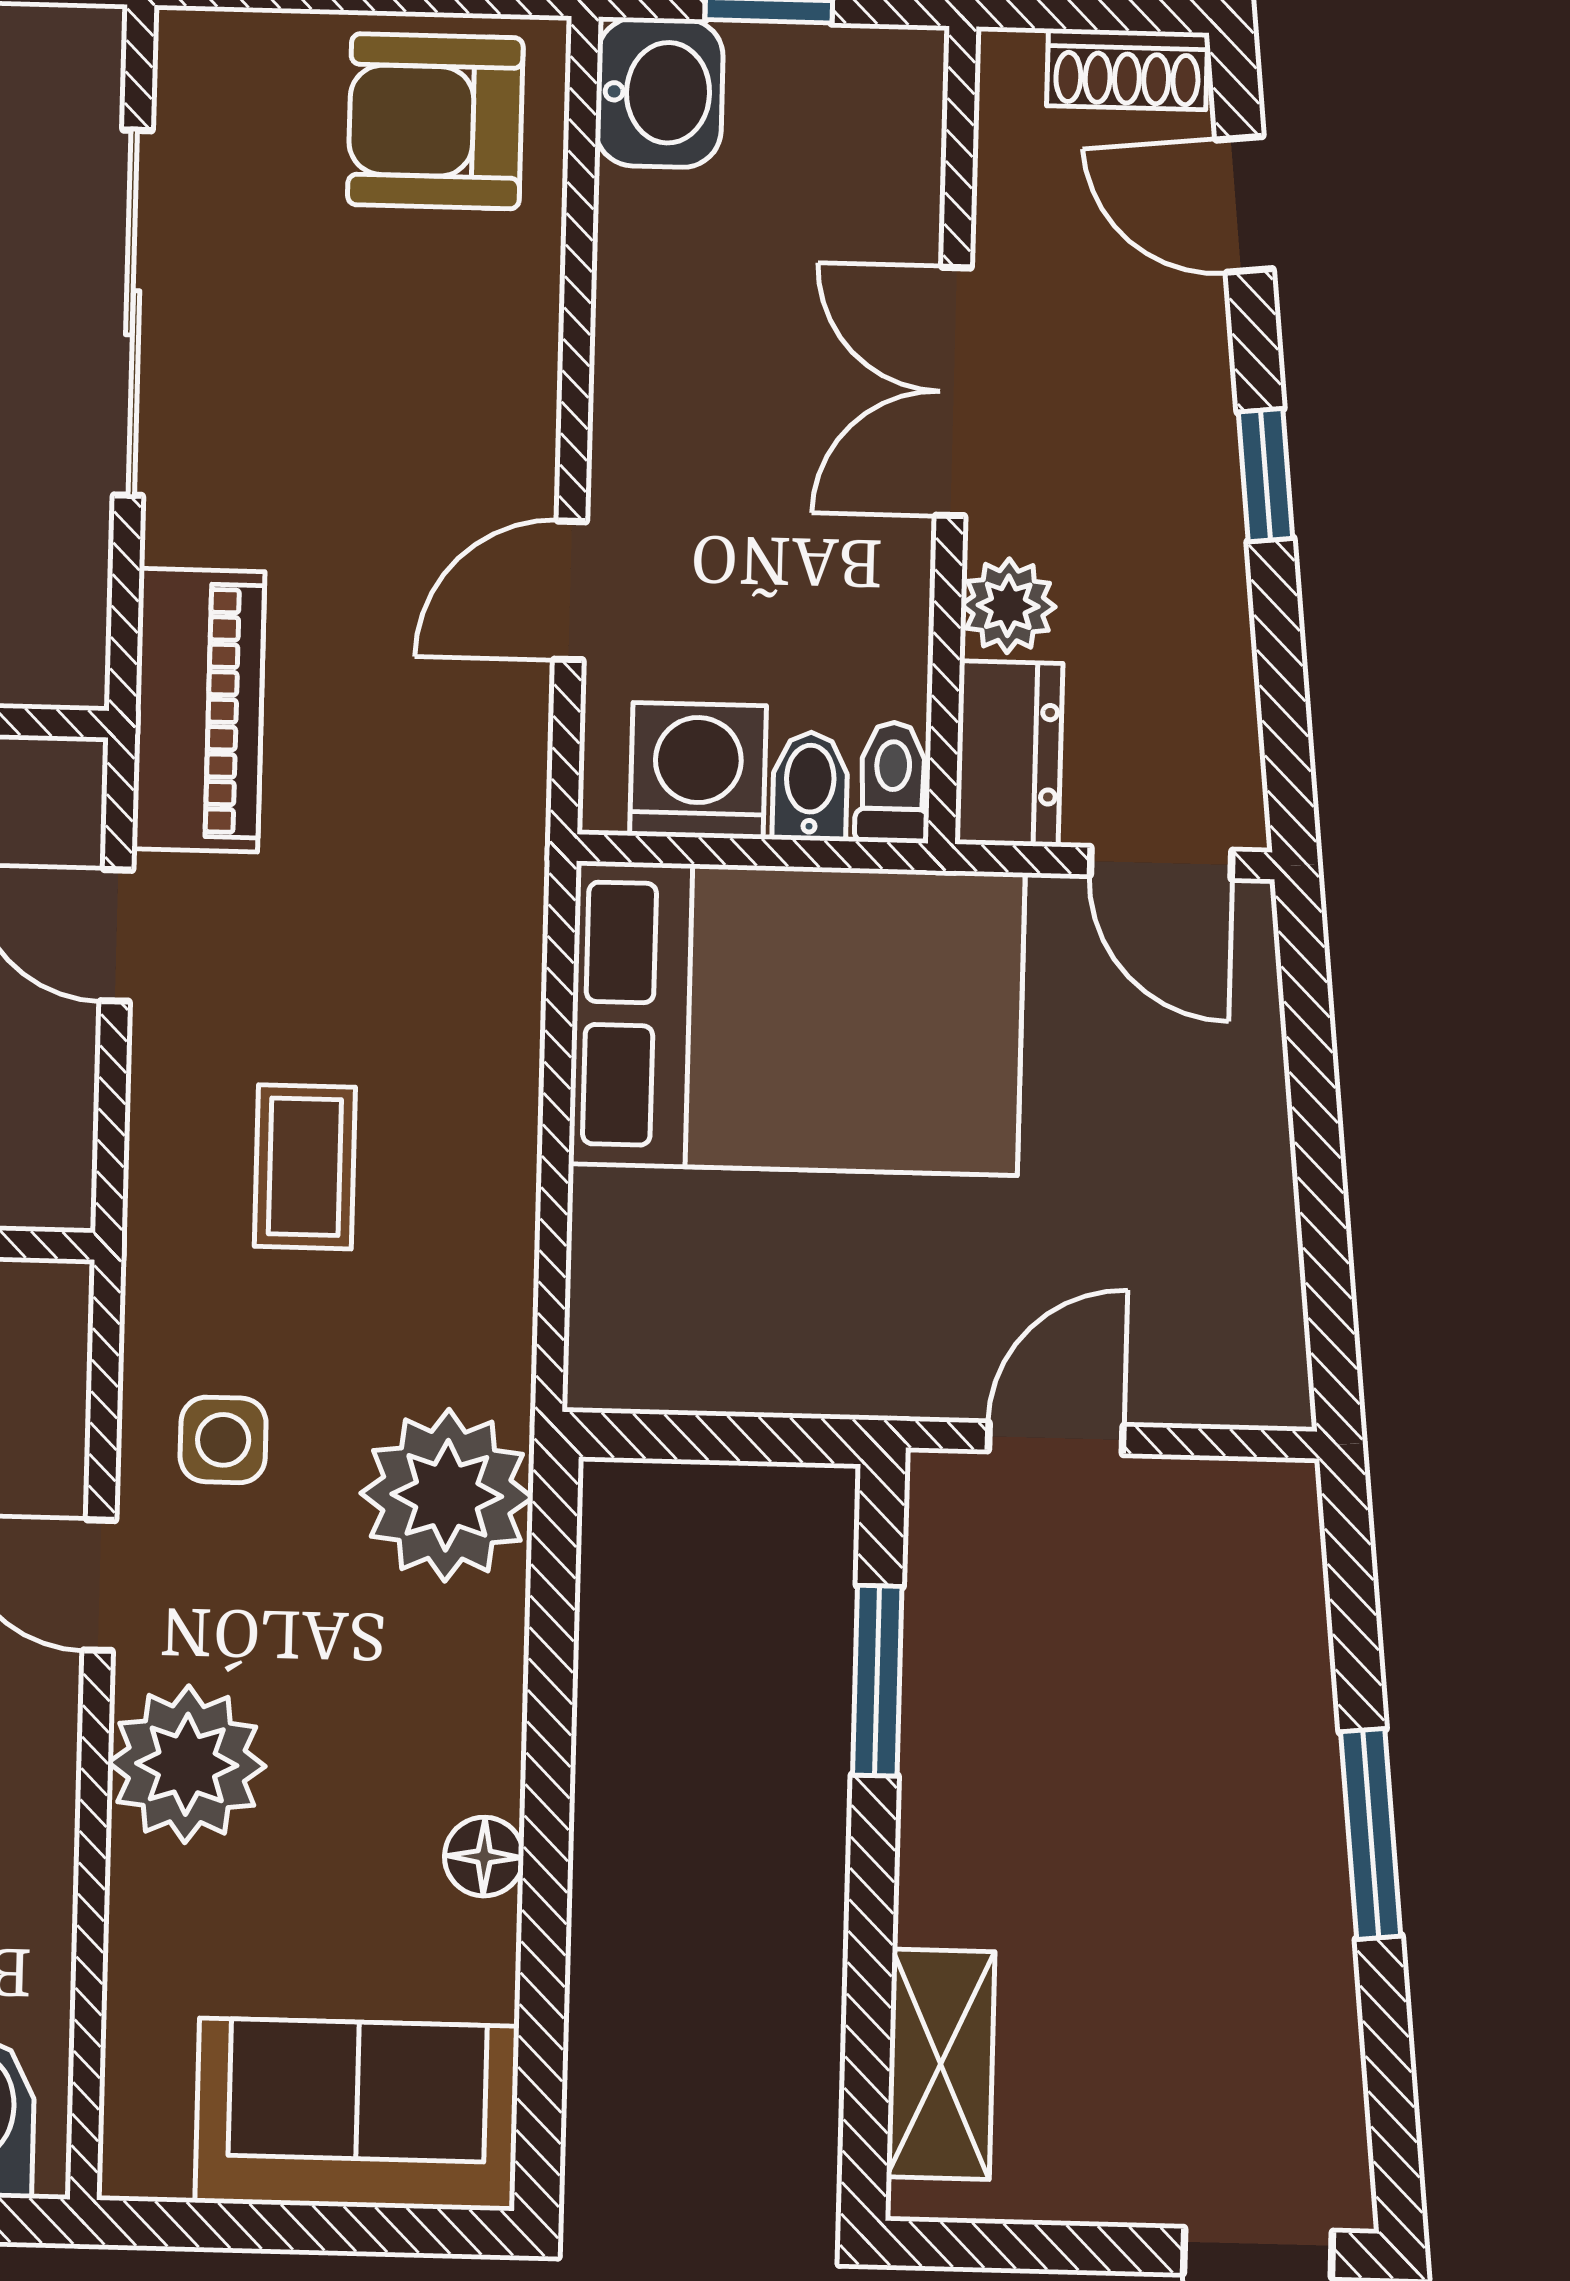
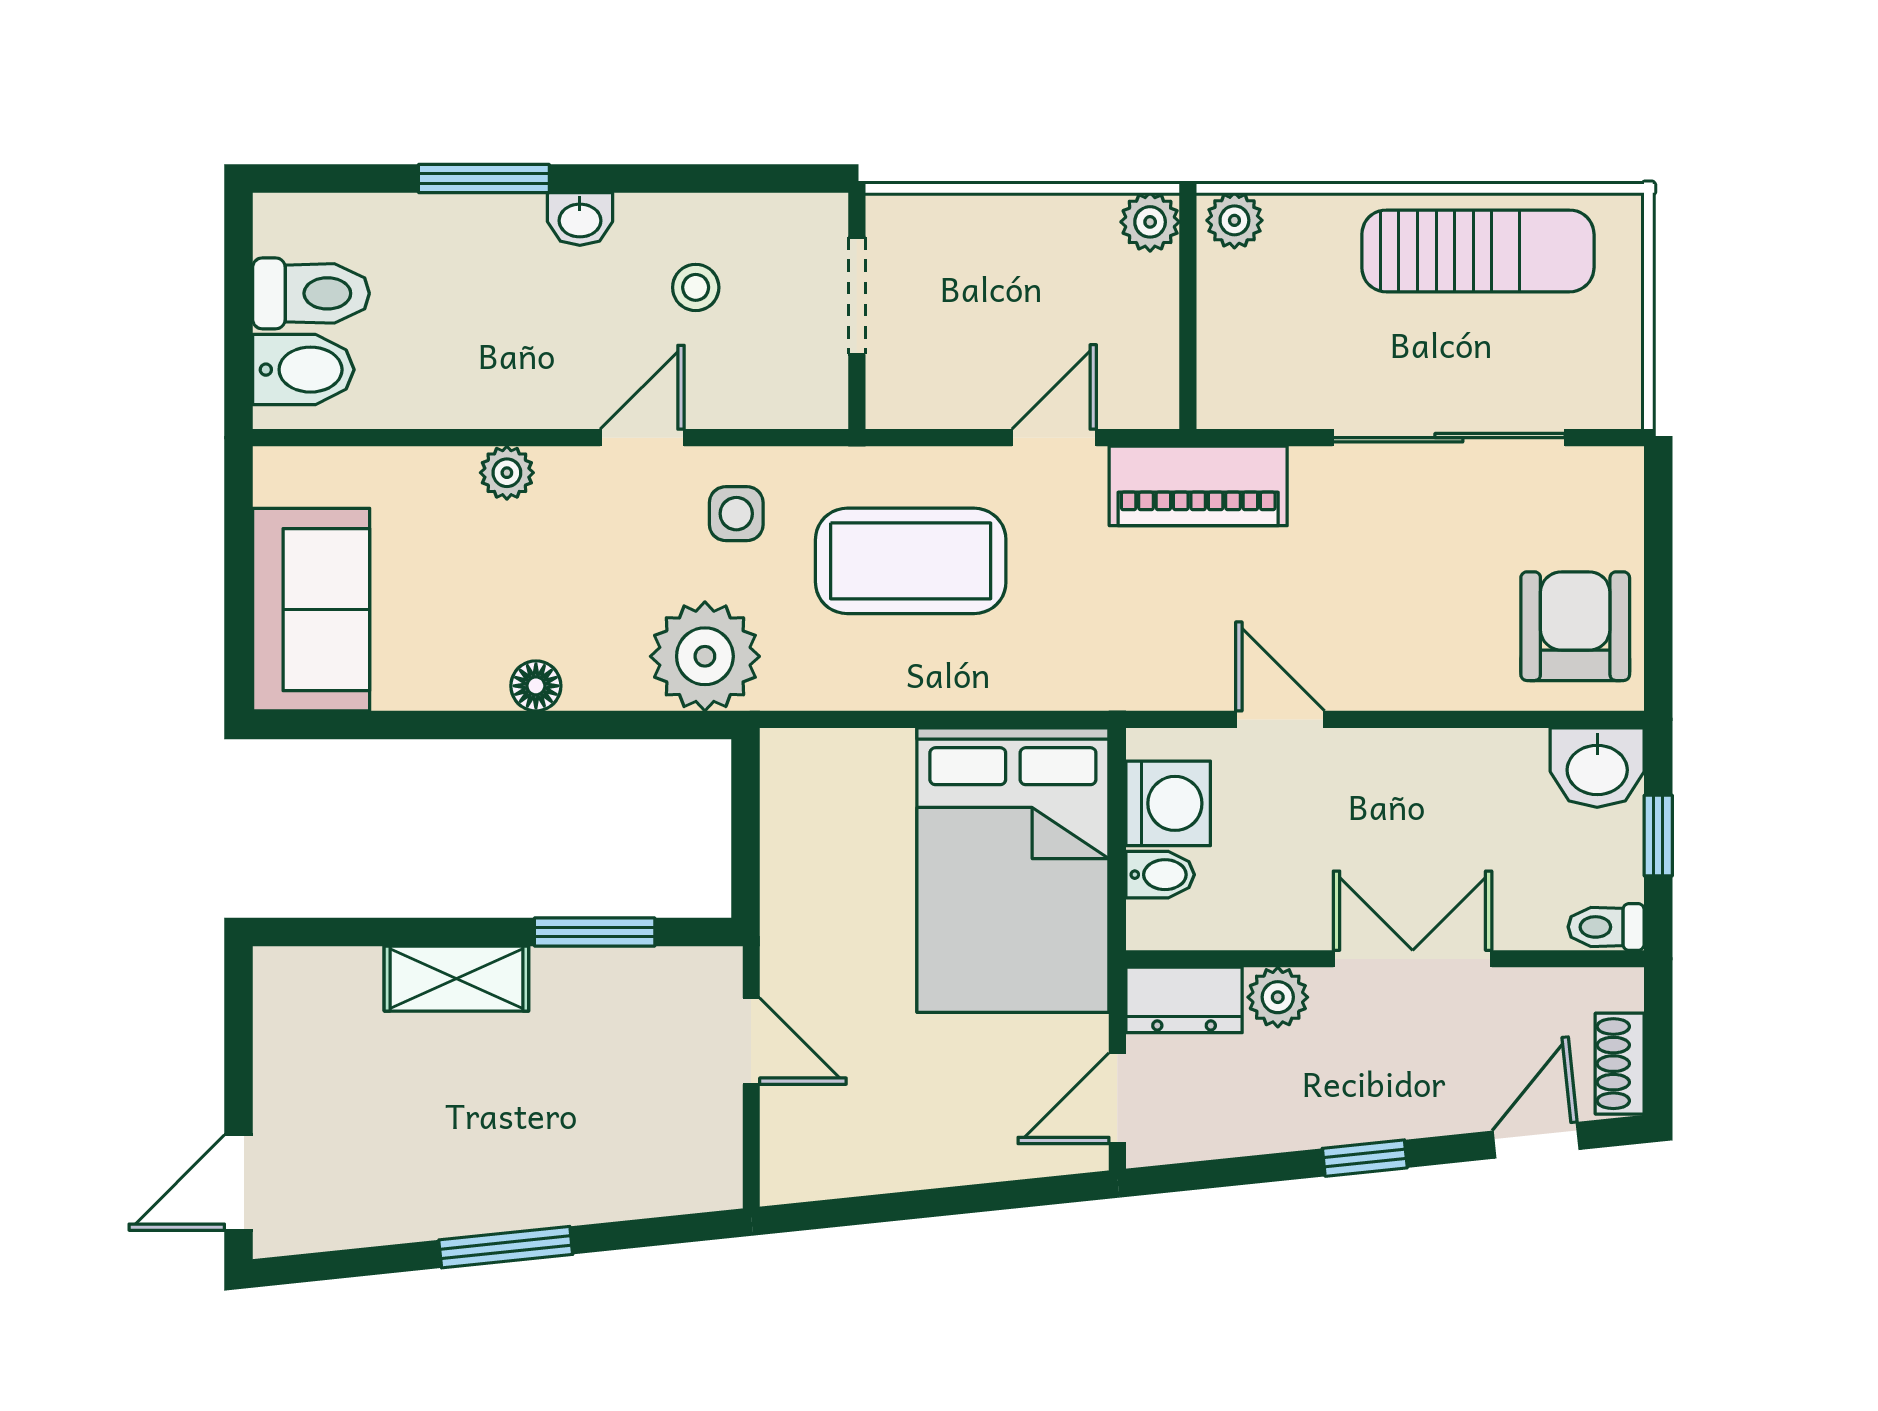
toilet: (893, 782) -> (1606, 927), moved, turned 180
coffee table: (305, 1167) -> (911, 561), width x1.86, depth x1.72
plant: (187, 1764) -> (507, 473), width x0.53, depth x0.53
floor lamp: (484, 1857) -> (536, 686), moved
shelving: (941, 2064) -> (456, 979), moved

